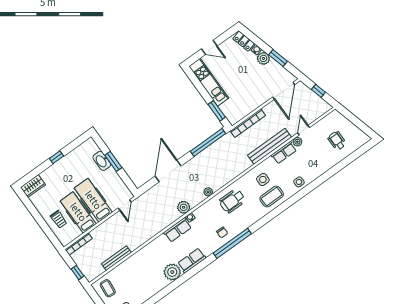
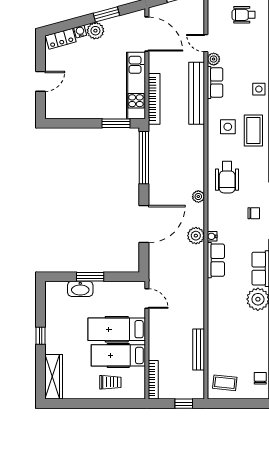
kitchen unit: (209, 82) -> (136, 85), moved, turned -90
door: (168, 171) -> (144, 224), swing flipped
wardrobe: (33, 186) -> (54, 377), width x1.50

